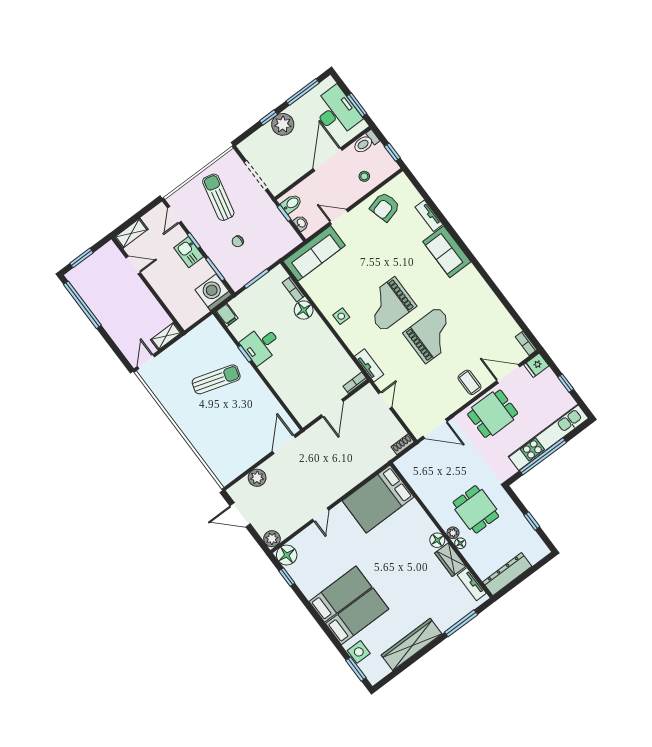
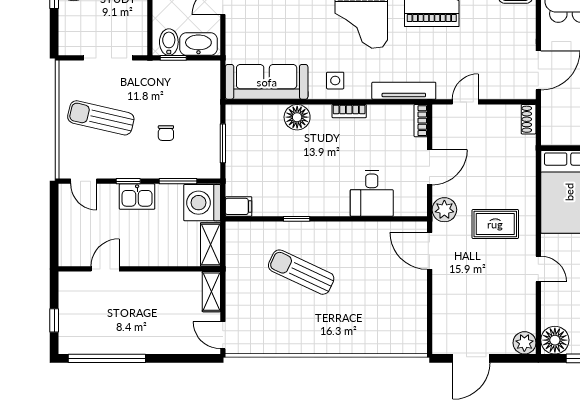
washbasin: (301, 223) -> (198, 44), width x1.91, depth x1.45
shelving: (131, 233) -> (211, 245), moved
sofa: (314, 253) -> (267, 82), moved, turned -90
window: (81, 258) -> (54, 320), width x0.67
bookcase: (293, 289) -> (349, 111), moved
desk: (261, 345) -> (372, 193), moved
tv unit: (369, 365) -> (404, 91), width x1.41
sun lounger: (216, 379) -> (301, 272), turned -82
door: (385, 400) -> (465, 102), hinge flipped
door: (332, 408) -> (430, 167), hinge flipped
rug: (328, 470) -> (495, 224), added
plant: (257, 478) -> (444, 210), moved

